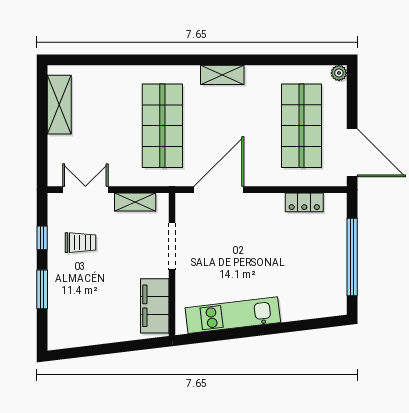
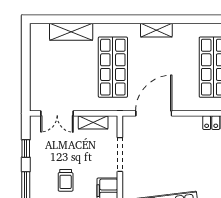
shelving: (59, 105) -> (71, 32), moved, turned 90
double door: (85, 190) -> (57, 113), swing flipped
trolley: (80, 243) -> (66, 180), moved, turned 90

